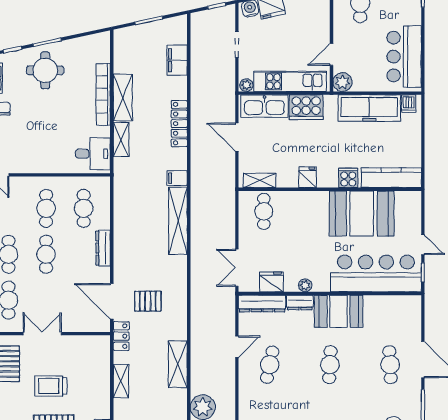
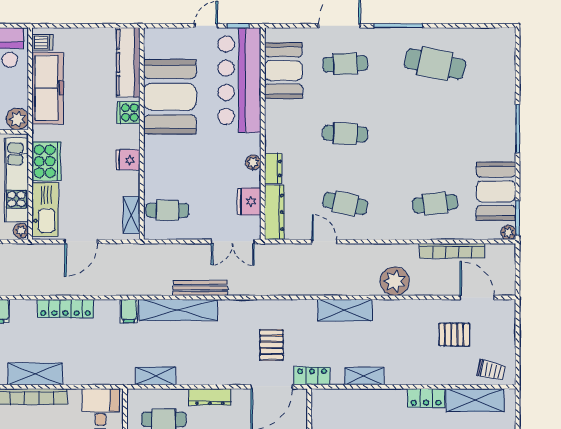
shelving: (121, 139) -> (156, 376), moved
bench: (197, 240) -> (200, 288), added
booth: (339, 311) -> (283, 70), moved

